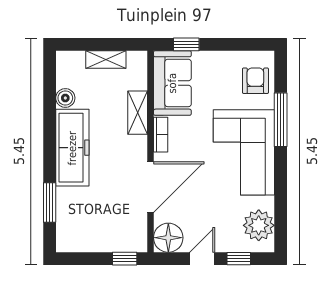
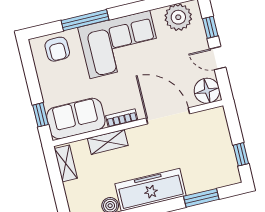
shelving: (106, 59) -> (66, 163), moved
armchair: (255, 81) -> (57, 49), turned -91
window: (125, 259) -> (241, 154), moved

